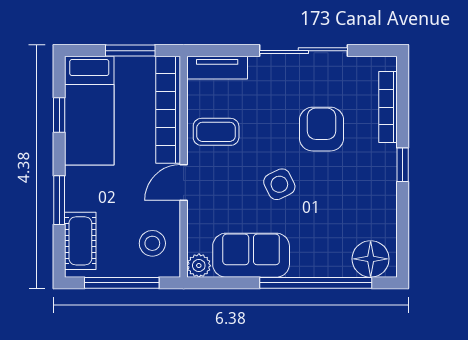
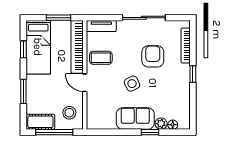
door: (184, 182) -> (85, 83), hinge flipped
cot: (80, 241) -> (40, 122), moved, turned 90
sofa: (251, 255) -> (135, 119), moved
floor lamp: (371, 259) -> (173, 125), width x0.53, depth x0.53
plant: (199, 266) -> (161, 124), moved
window: (316, 283) -> (150, 132), width x0.32

